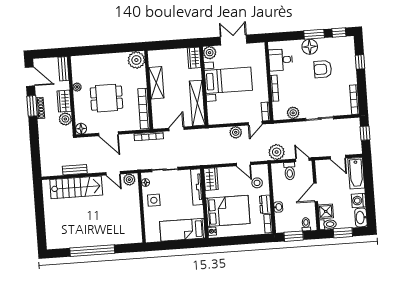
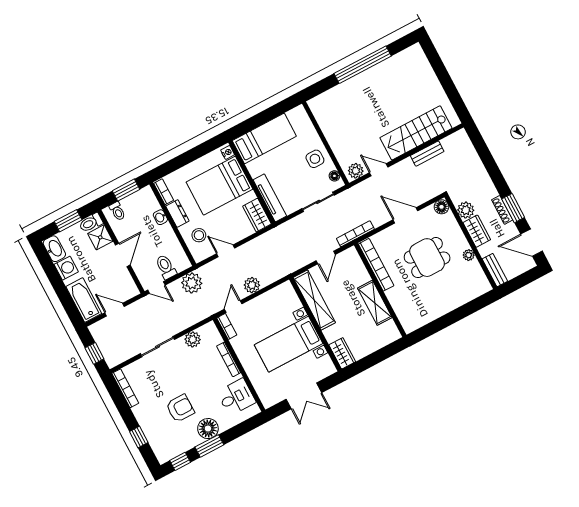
plant: (210, 53) -> (326, 368), removed
plant: (136, 60) -> (411, 320), removed

